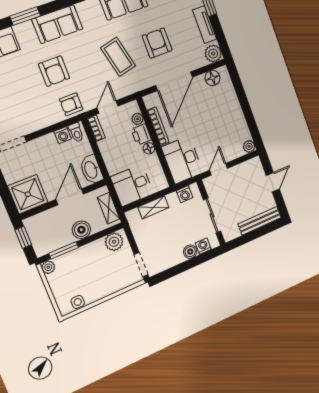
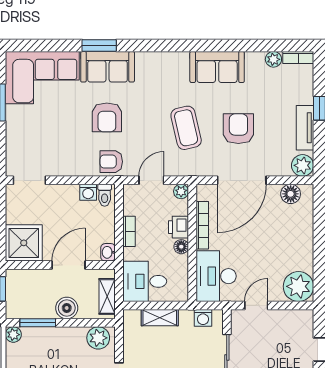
sofa: (57, 24) -> (108, 67), moved
plant: (137, 119) -> (181, 191), moved
bookcase: (96, 128) -> (129, 231), moved
plant: (249, 146) -> (298, 286), width x1.87, depth x1.87
washbasin: (91, 170) -> (108, 252), width x0.52, depth x0.69

